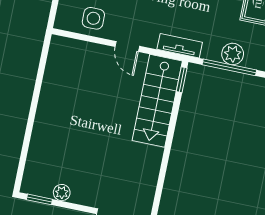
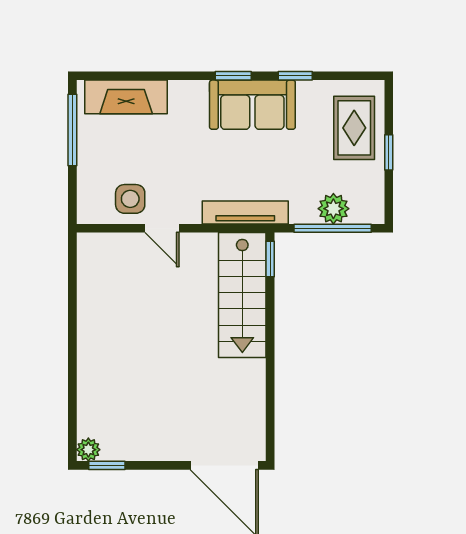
door: (127, 46) -> (162, 228), moved
tv unit: (180, 46) -> (245, 212), width x1.41
plant: (62, 193) -> (88, 450), moved

